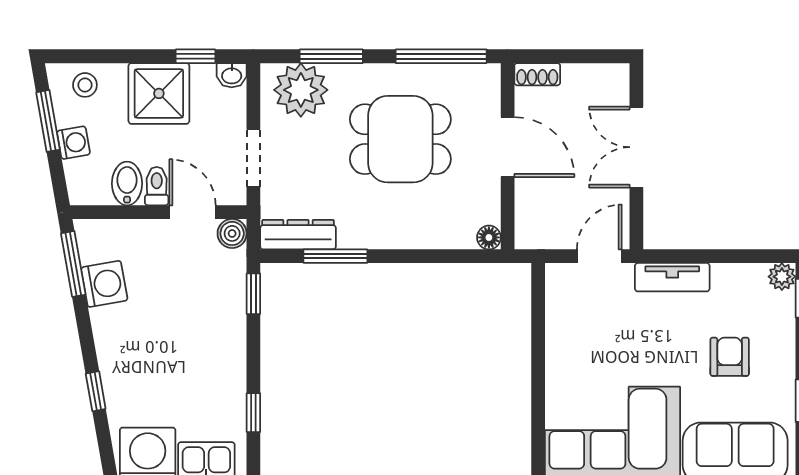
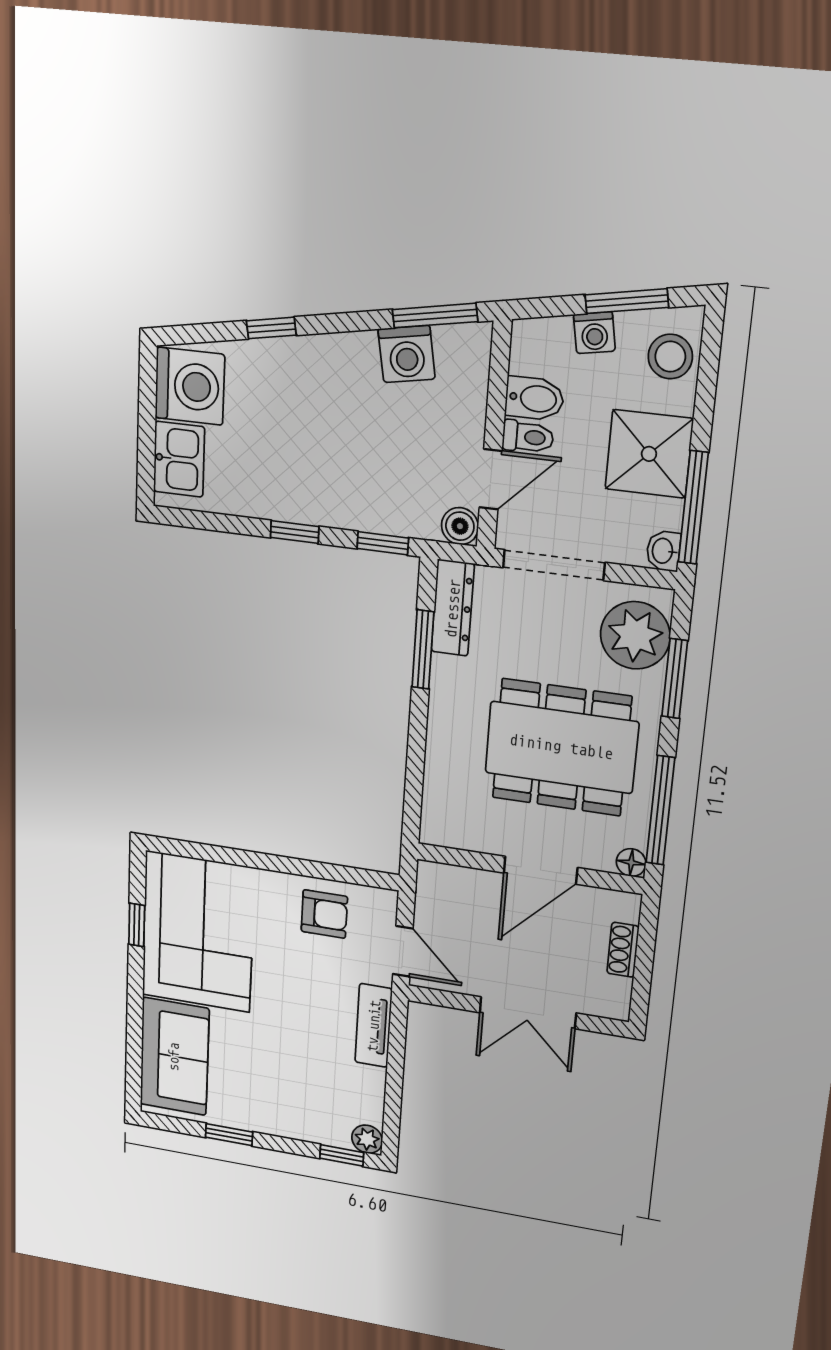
window: (196, 56) -> (693, 508), width x2.17
shoe rack: (537, 74) -> (623, 950), moved
stool: (85, 85) -> (670, 357), width x1.37, depth x1.37
dining table: (400, 139) -> (561, 747), width x1.38
double door: (636, 147) -> (528, 1013), swing flipped
doorway: (253, 158) -> (554, 565), width x1.38
floor lamp: (489, 237) -> (631, 863), moved
armchair: (730, 357) -> (324, 914), moved
window: (253, 413) -> (295, 532), moved

